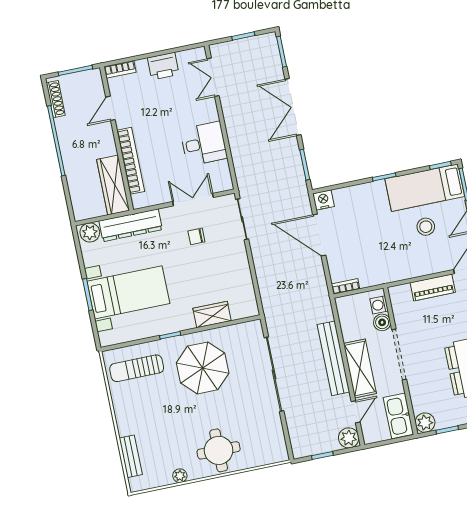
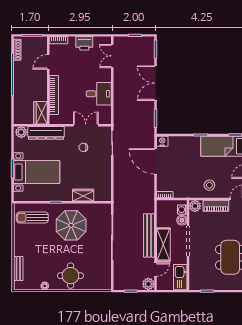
wardrobe: (113, 185) -> (41, 113), width x0.67
stool: (426, 227) -> (209, 185), moved
plant: (425, 423) -> (195, 206), moved

